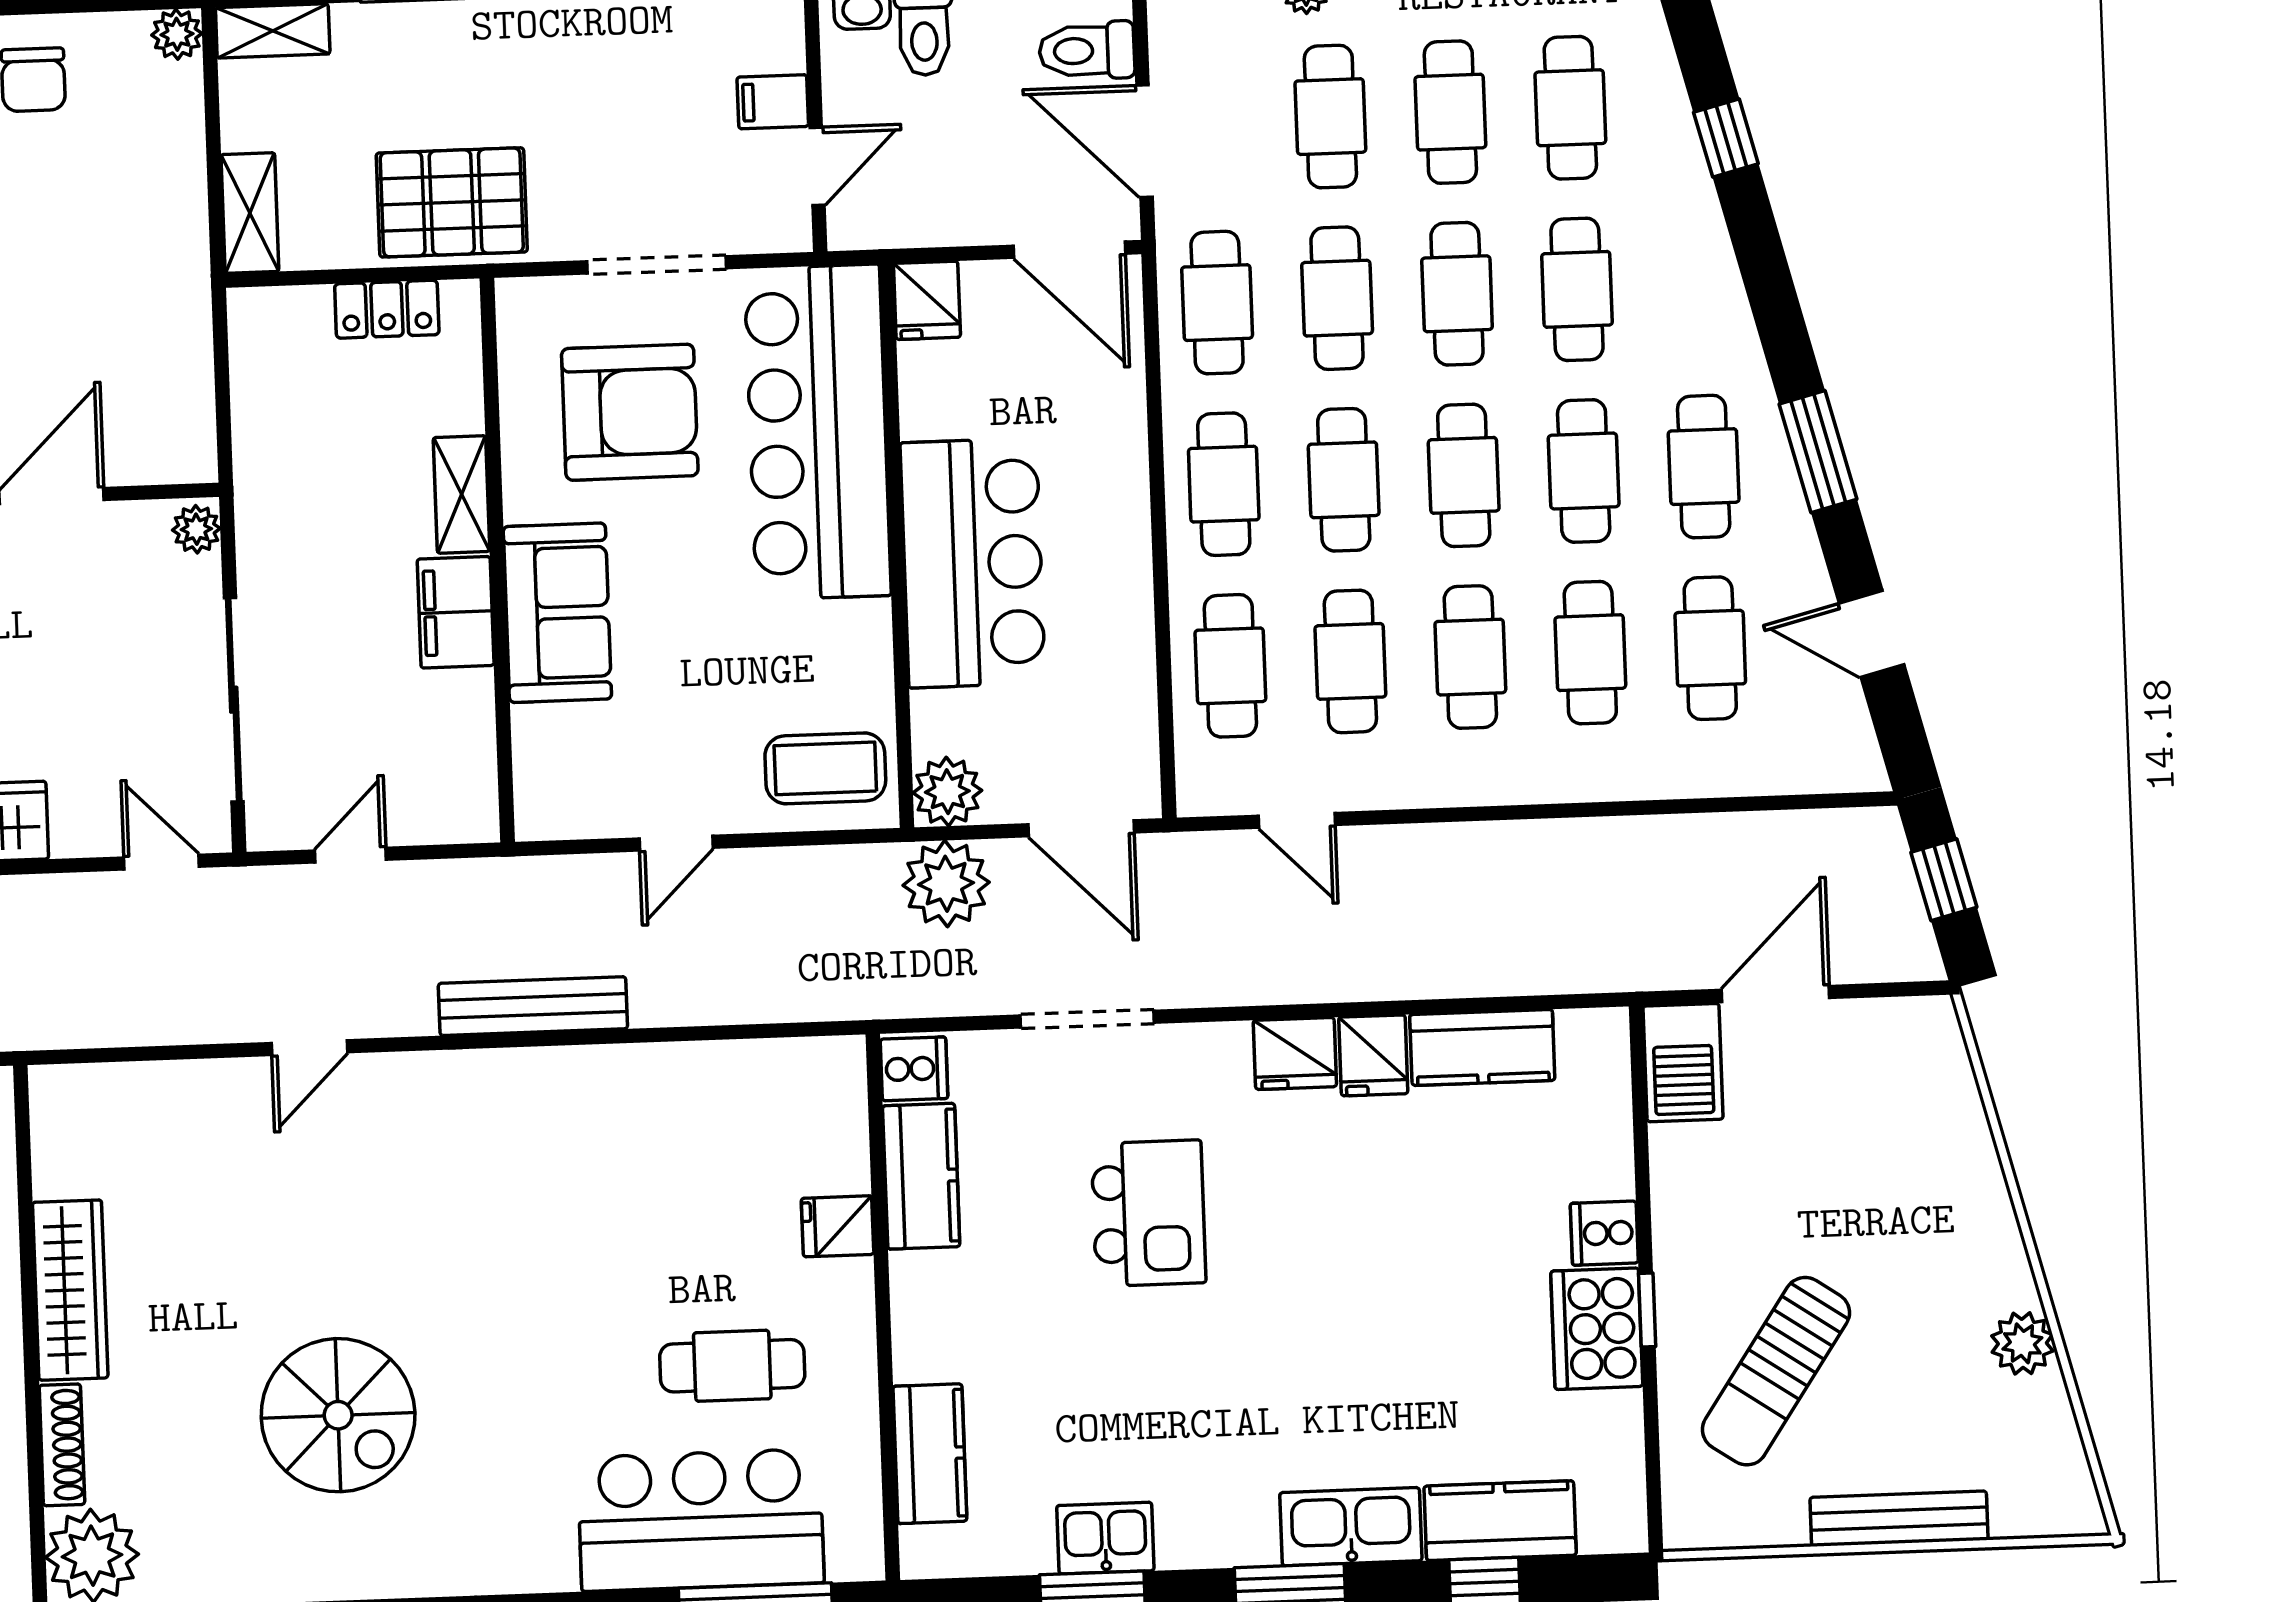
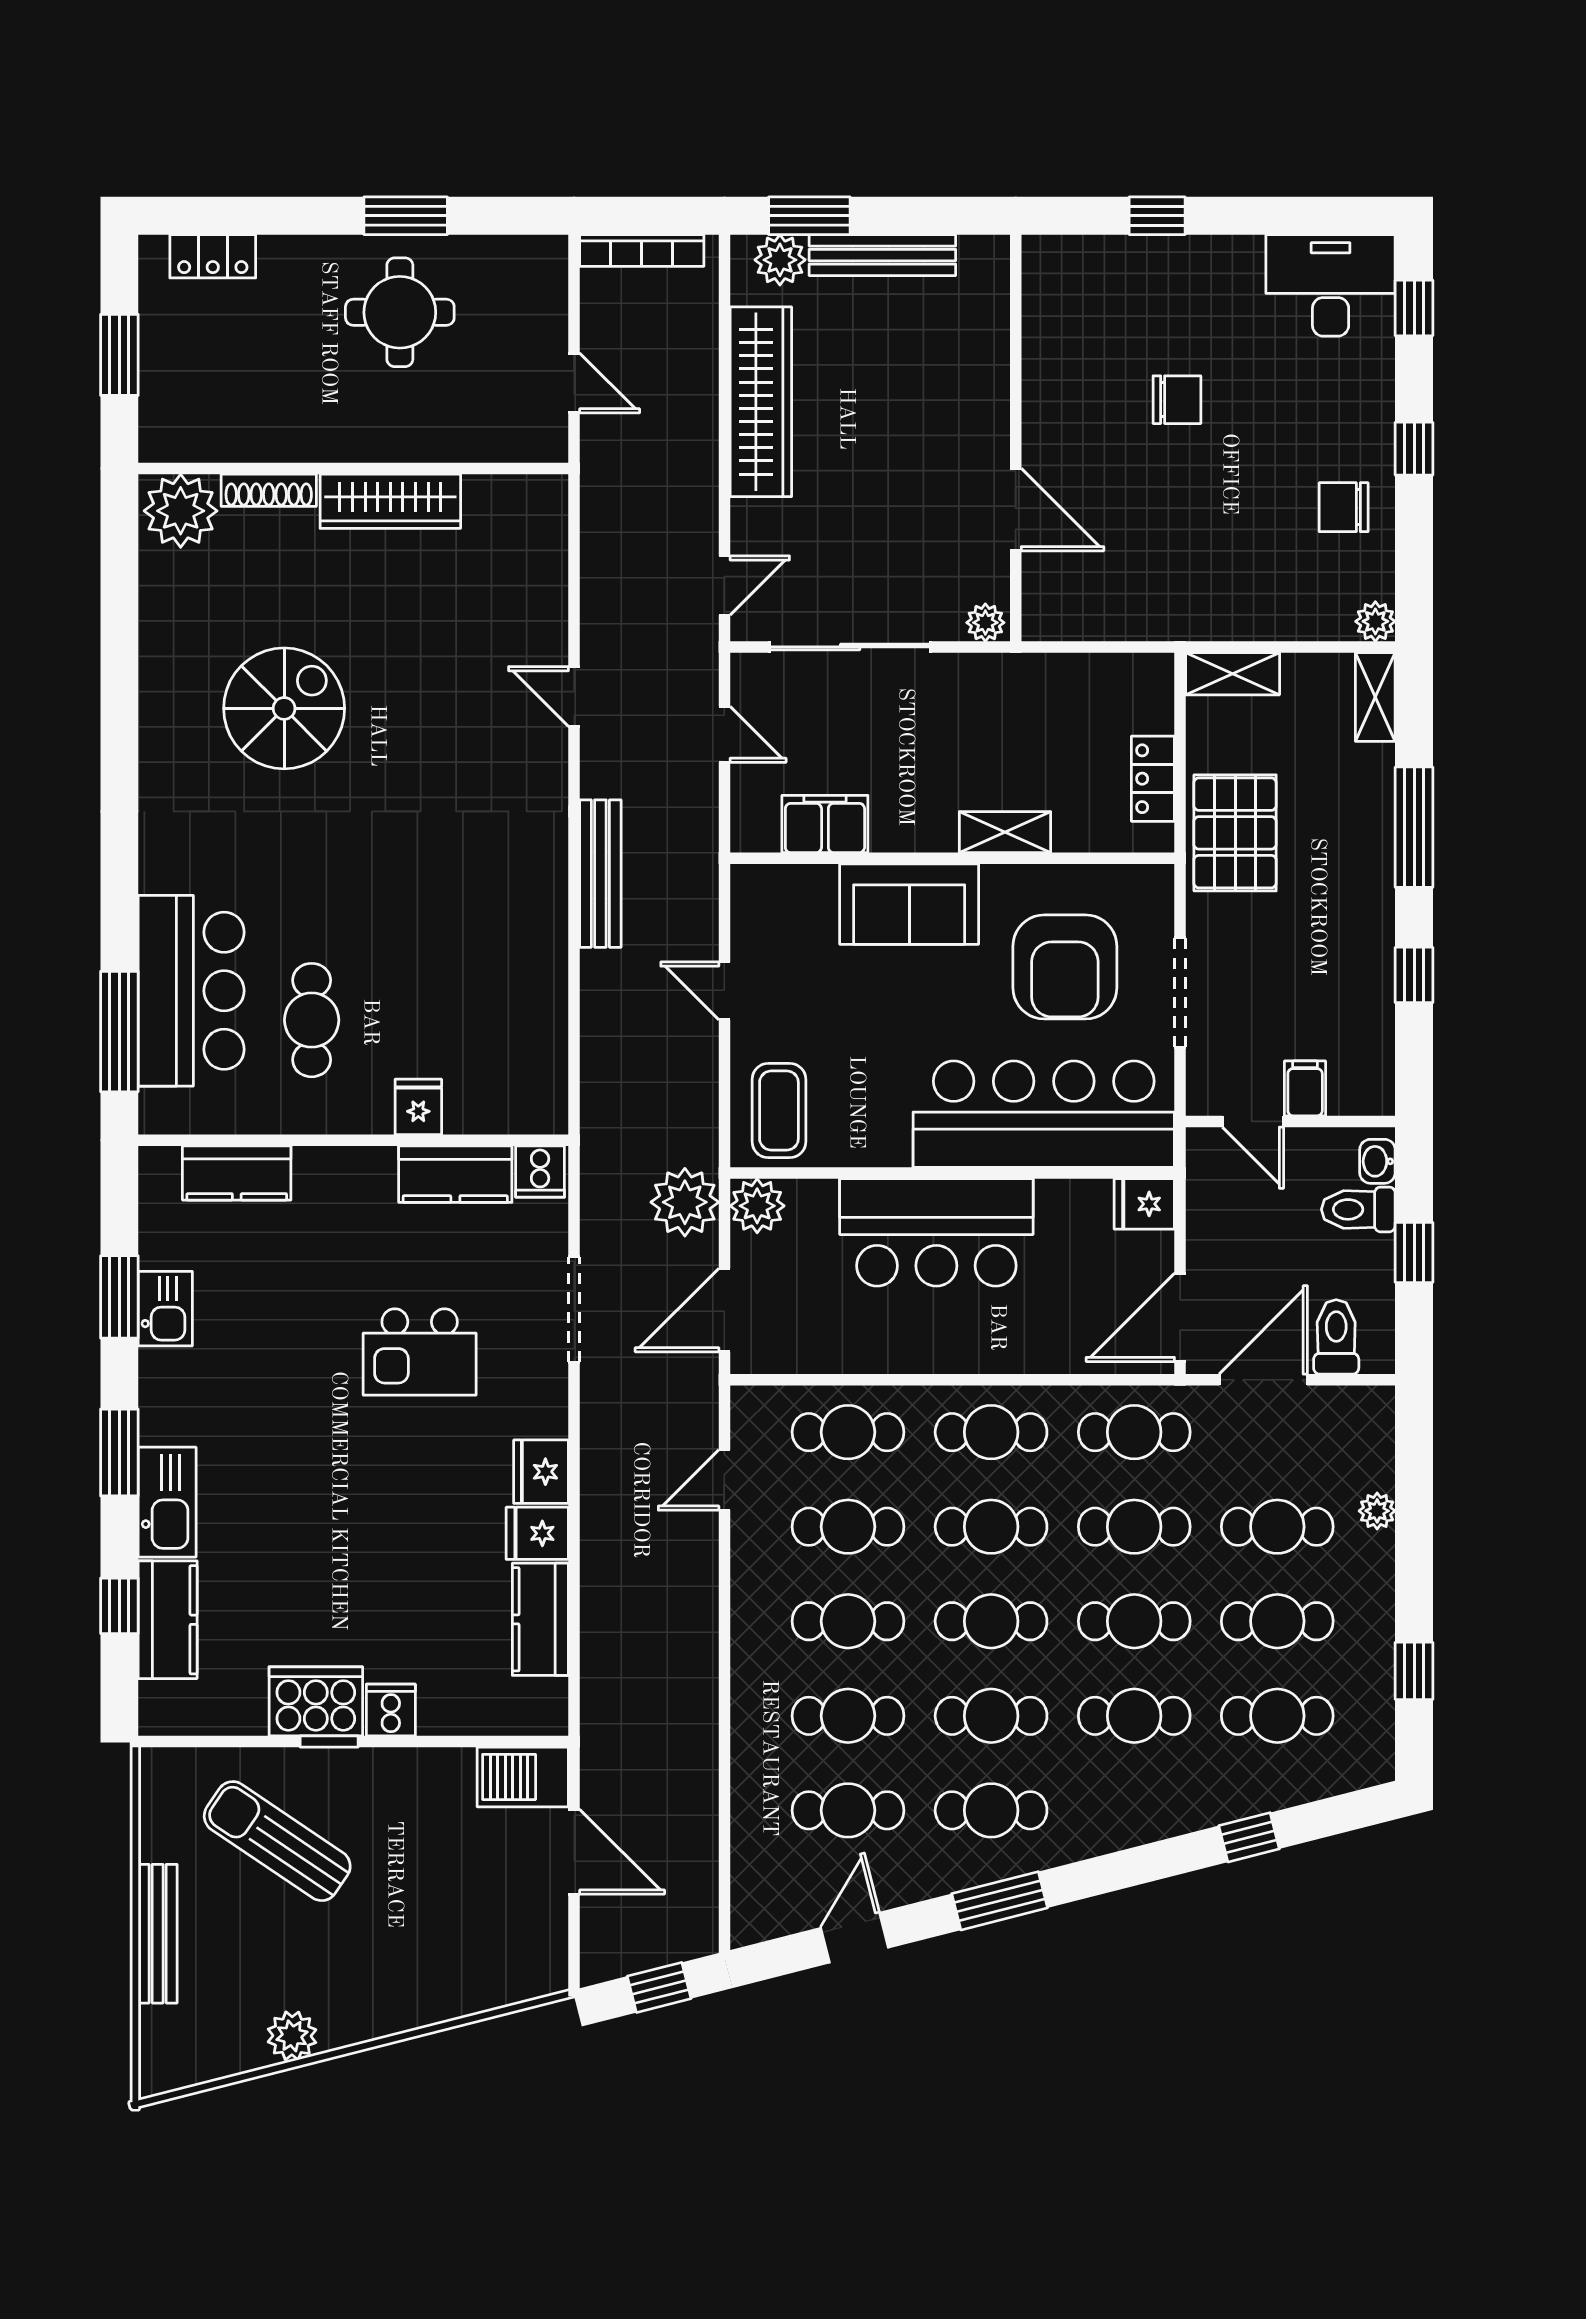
filing cabinet: (456, 612) -> (825, 824), moved
spiral stairs: (338, 1415) -> (284, 708), turned 180

